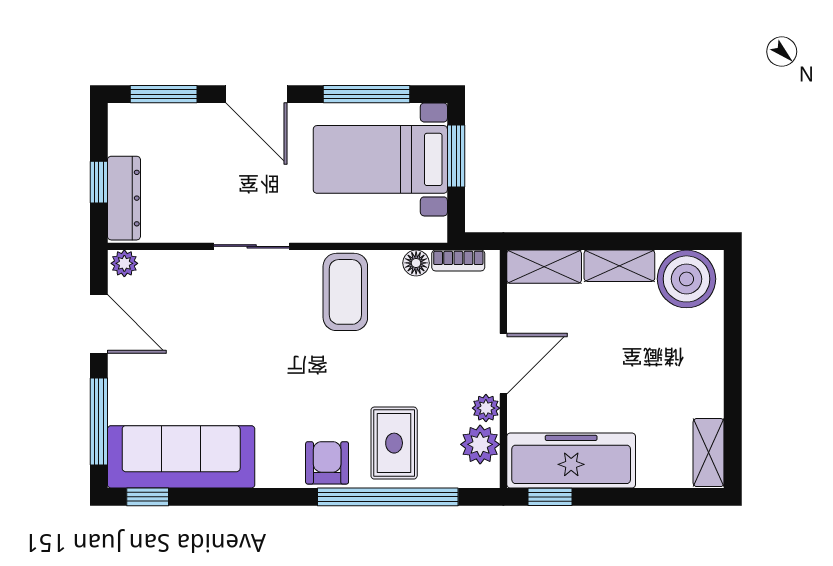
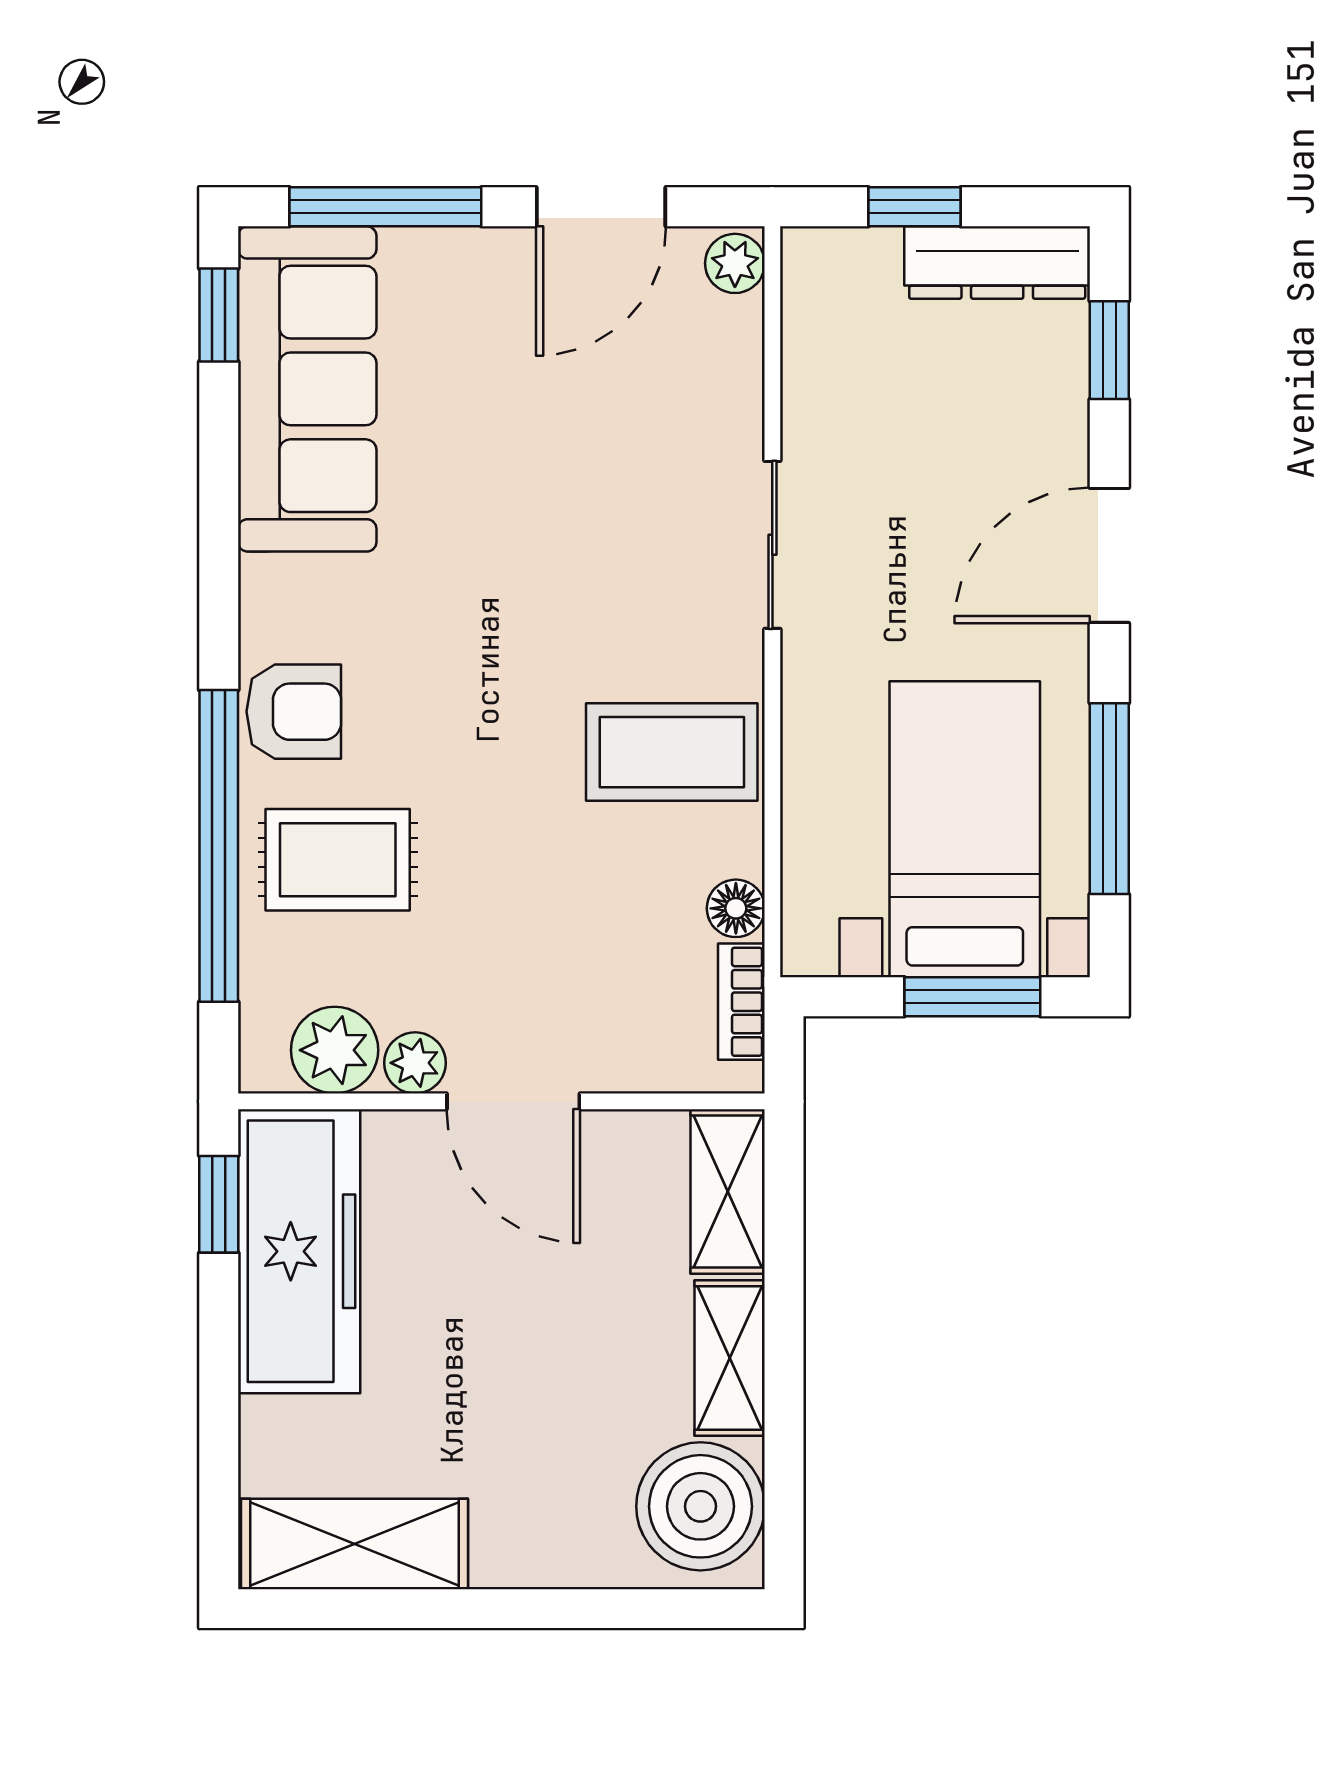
window: (164, 94) -> (1109, 350), width x0.67
dresser: (124, 198) -> (997, 262), moved
shelving: (709, 453) -> (355, 1544), width x1.50, depth x1.33

